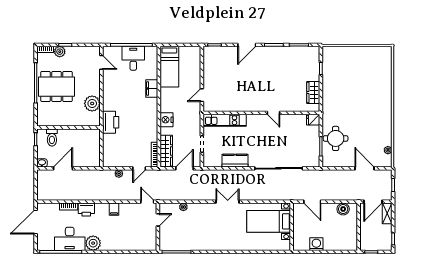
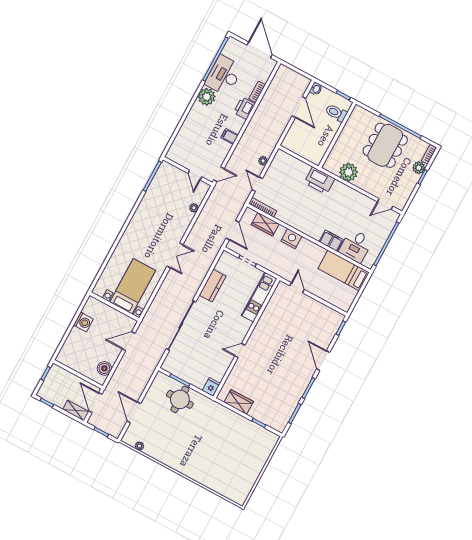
desk: (133, 58) -> (356, 246), moved, turned 90
wardrobe: (166, 151) -> (265, 224), width x0.67
door: (364, 168) -> (134, 412), swing flipped

